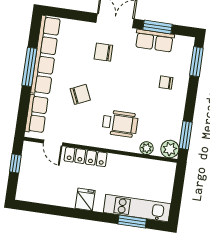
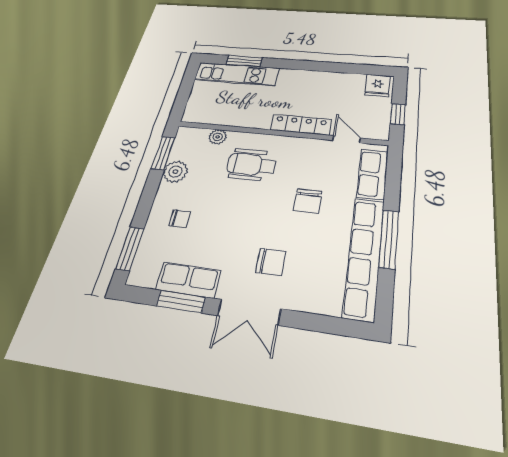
chair: (80, 94) -> (308, 201), turned -66
plant: (170, 149) -> (175, 172), moved
fridge: (85, 199) -> (378, 85), moved

